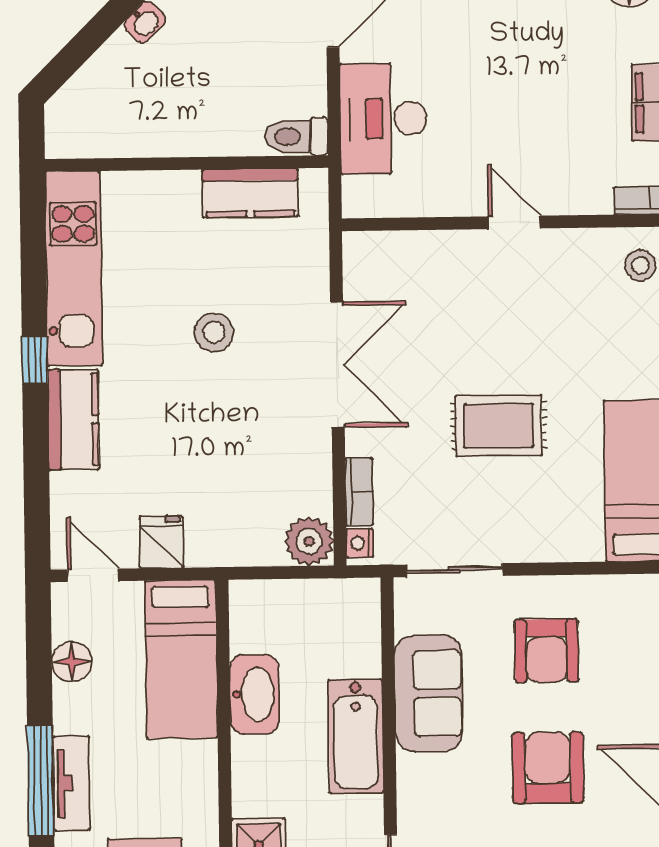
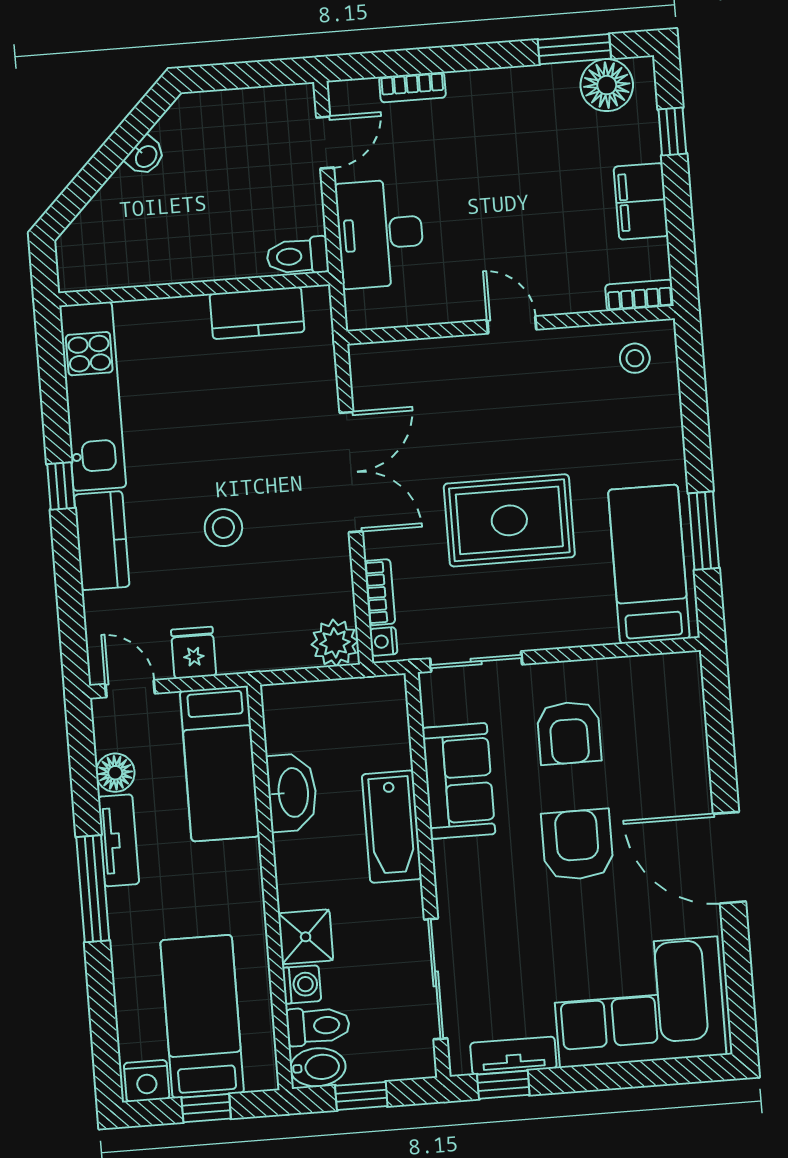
stool: (214, 332) -> (223, 528), moved
rug: (499, 426) -> (509, 520), width x1.36, depth x1.43
tv unit: (71, 783) -> (118, 840), moved

